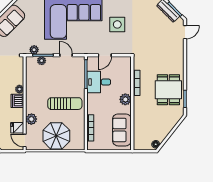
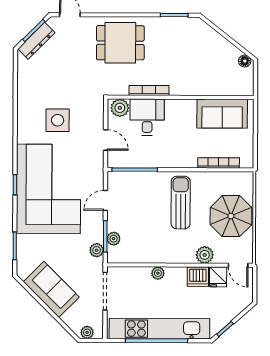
desk: (99, 82) -> (147, 117), moved, turned 180
dining table: (168, 90) -> (120, 43), moved
plant: (125, 99) -> (120, 108), moved
dishwasher: (17, 101) -> (198, 277), moved
door: (25, 141) -> (238, 265), hinge flipped

